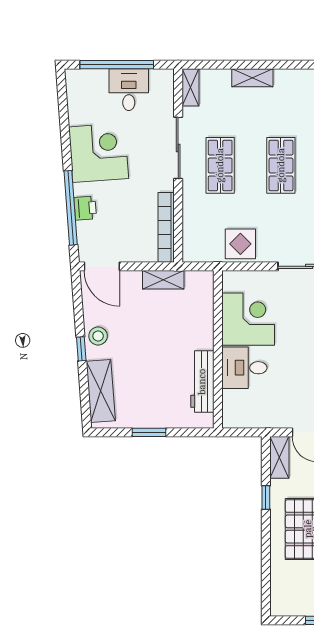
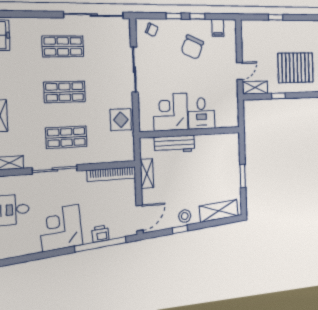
window: (81, 349) -> (180, 229), moved
workbench: (202, 382) -> (175, 144), moved

